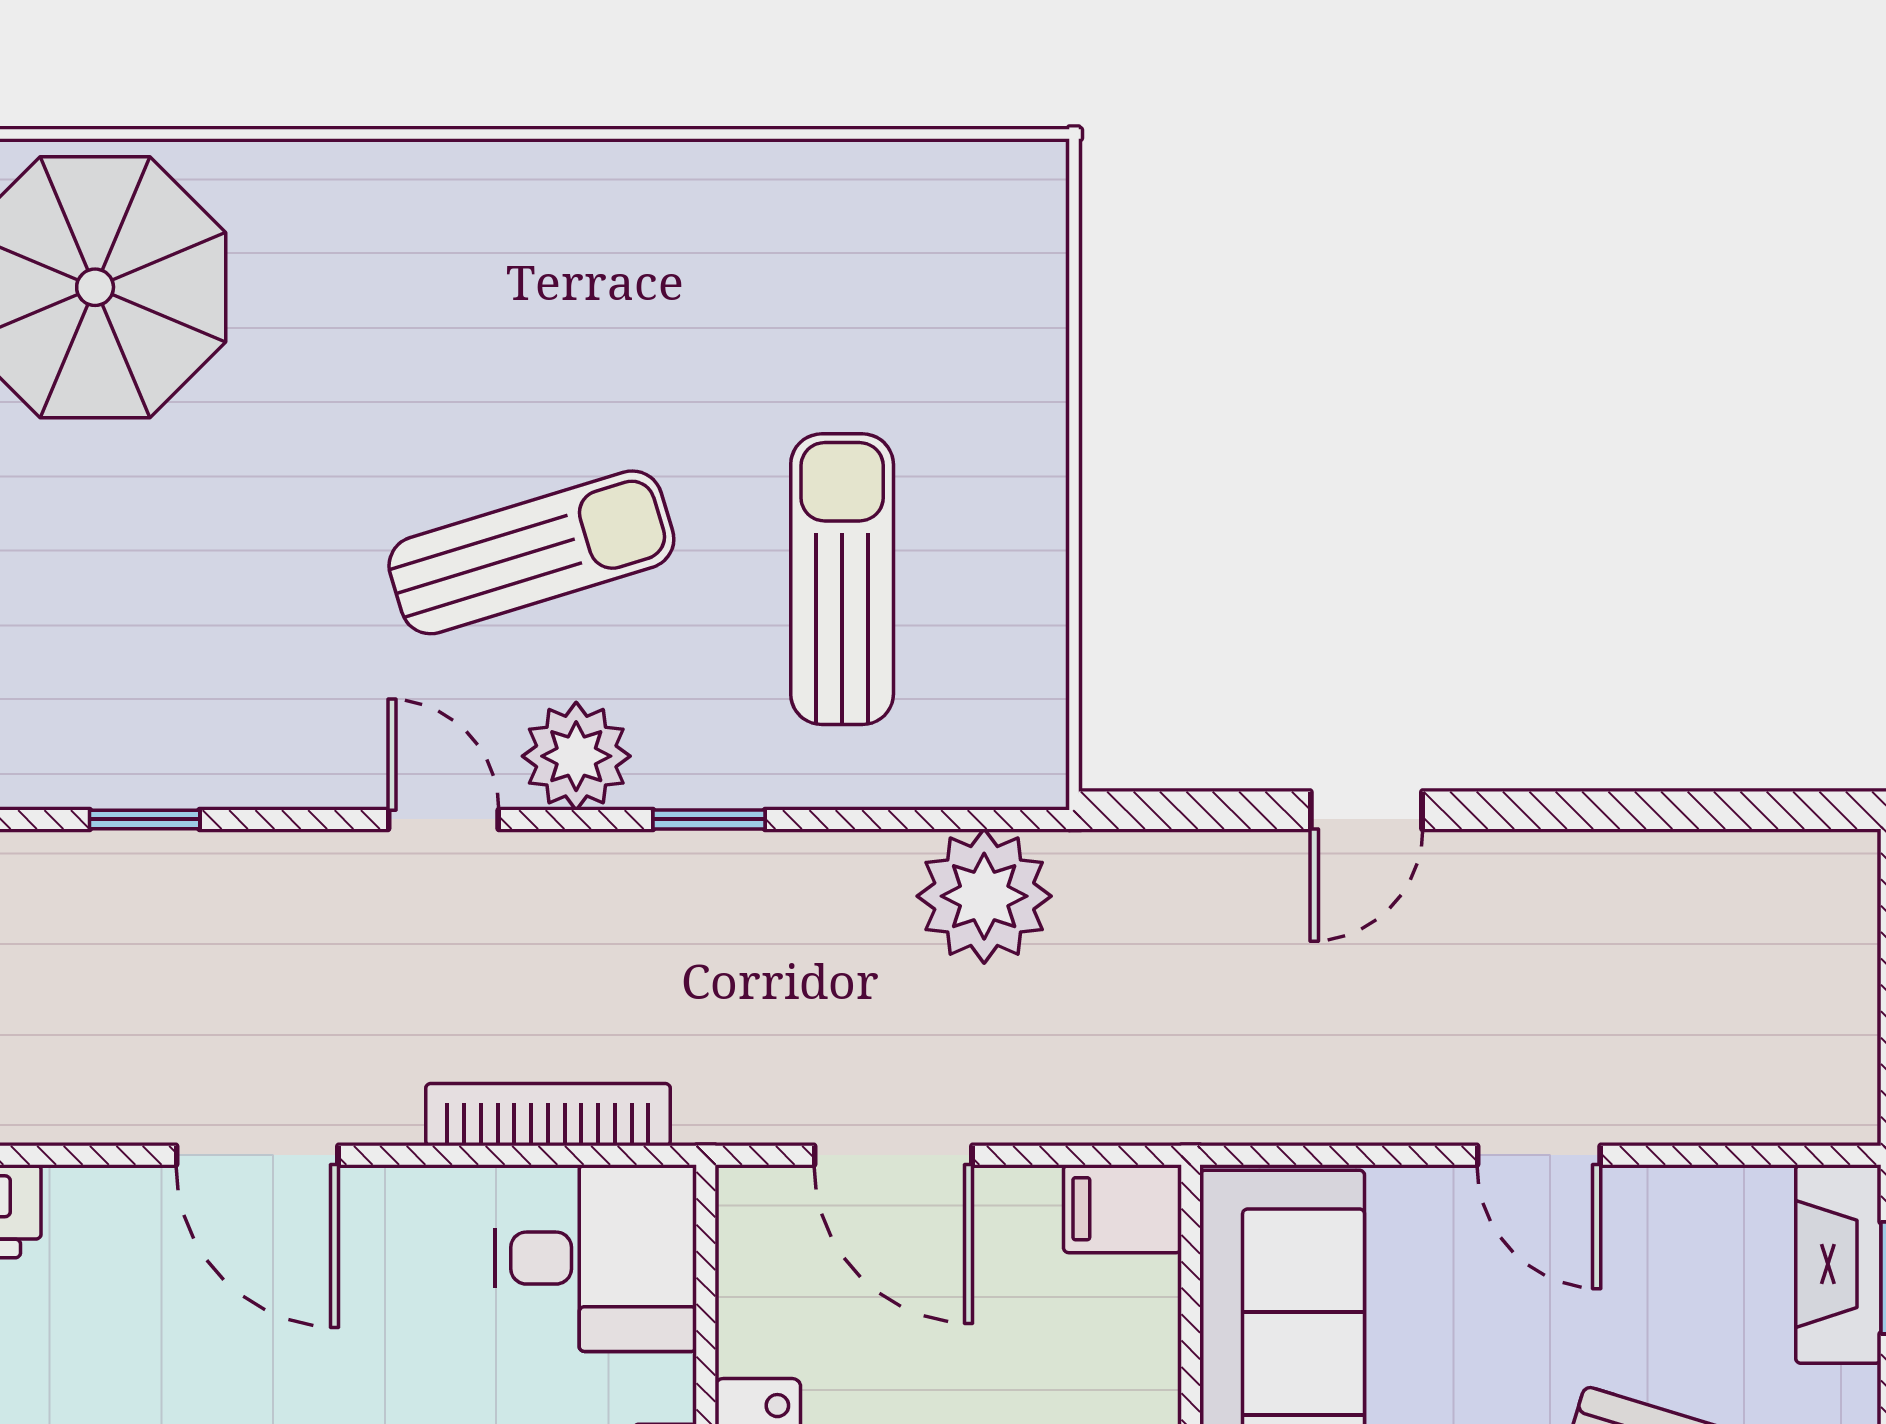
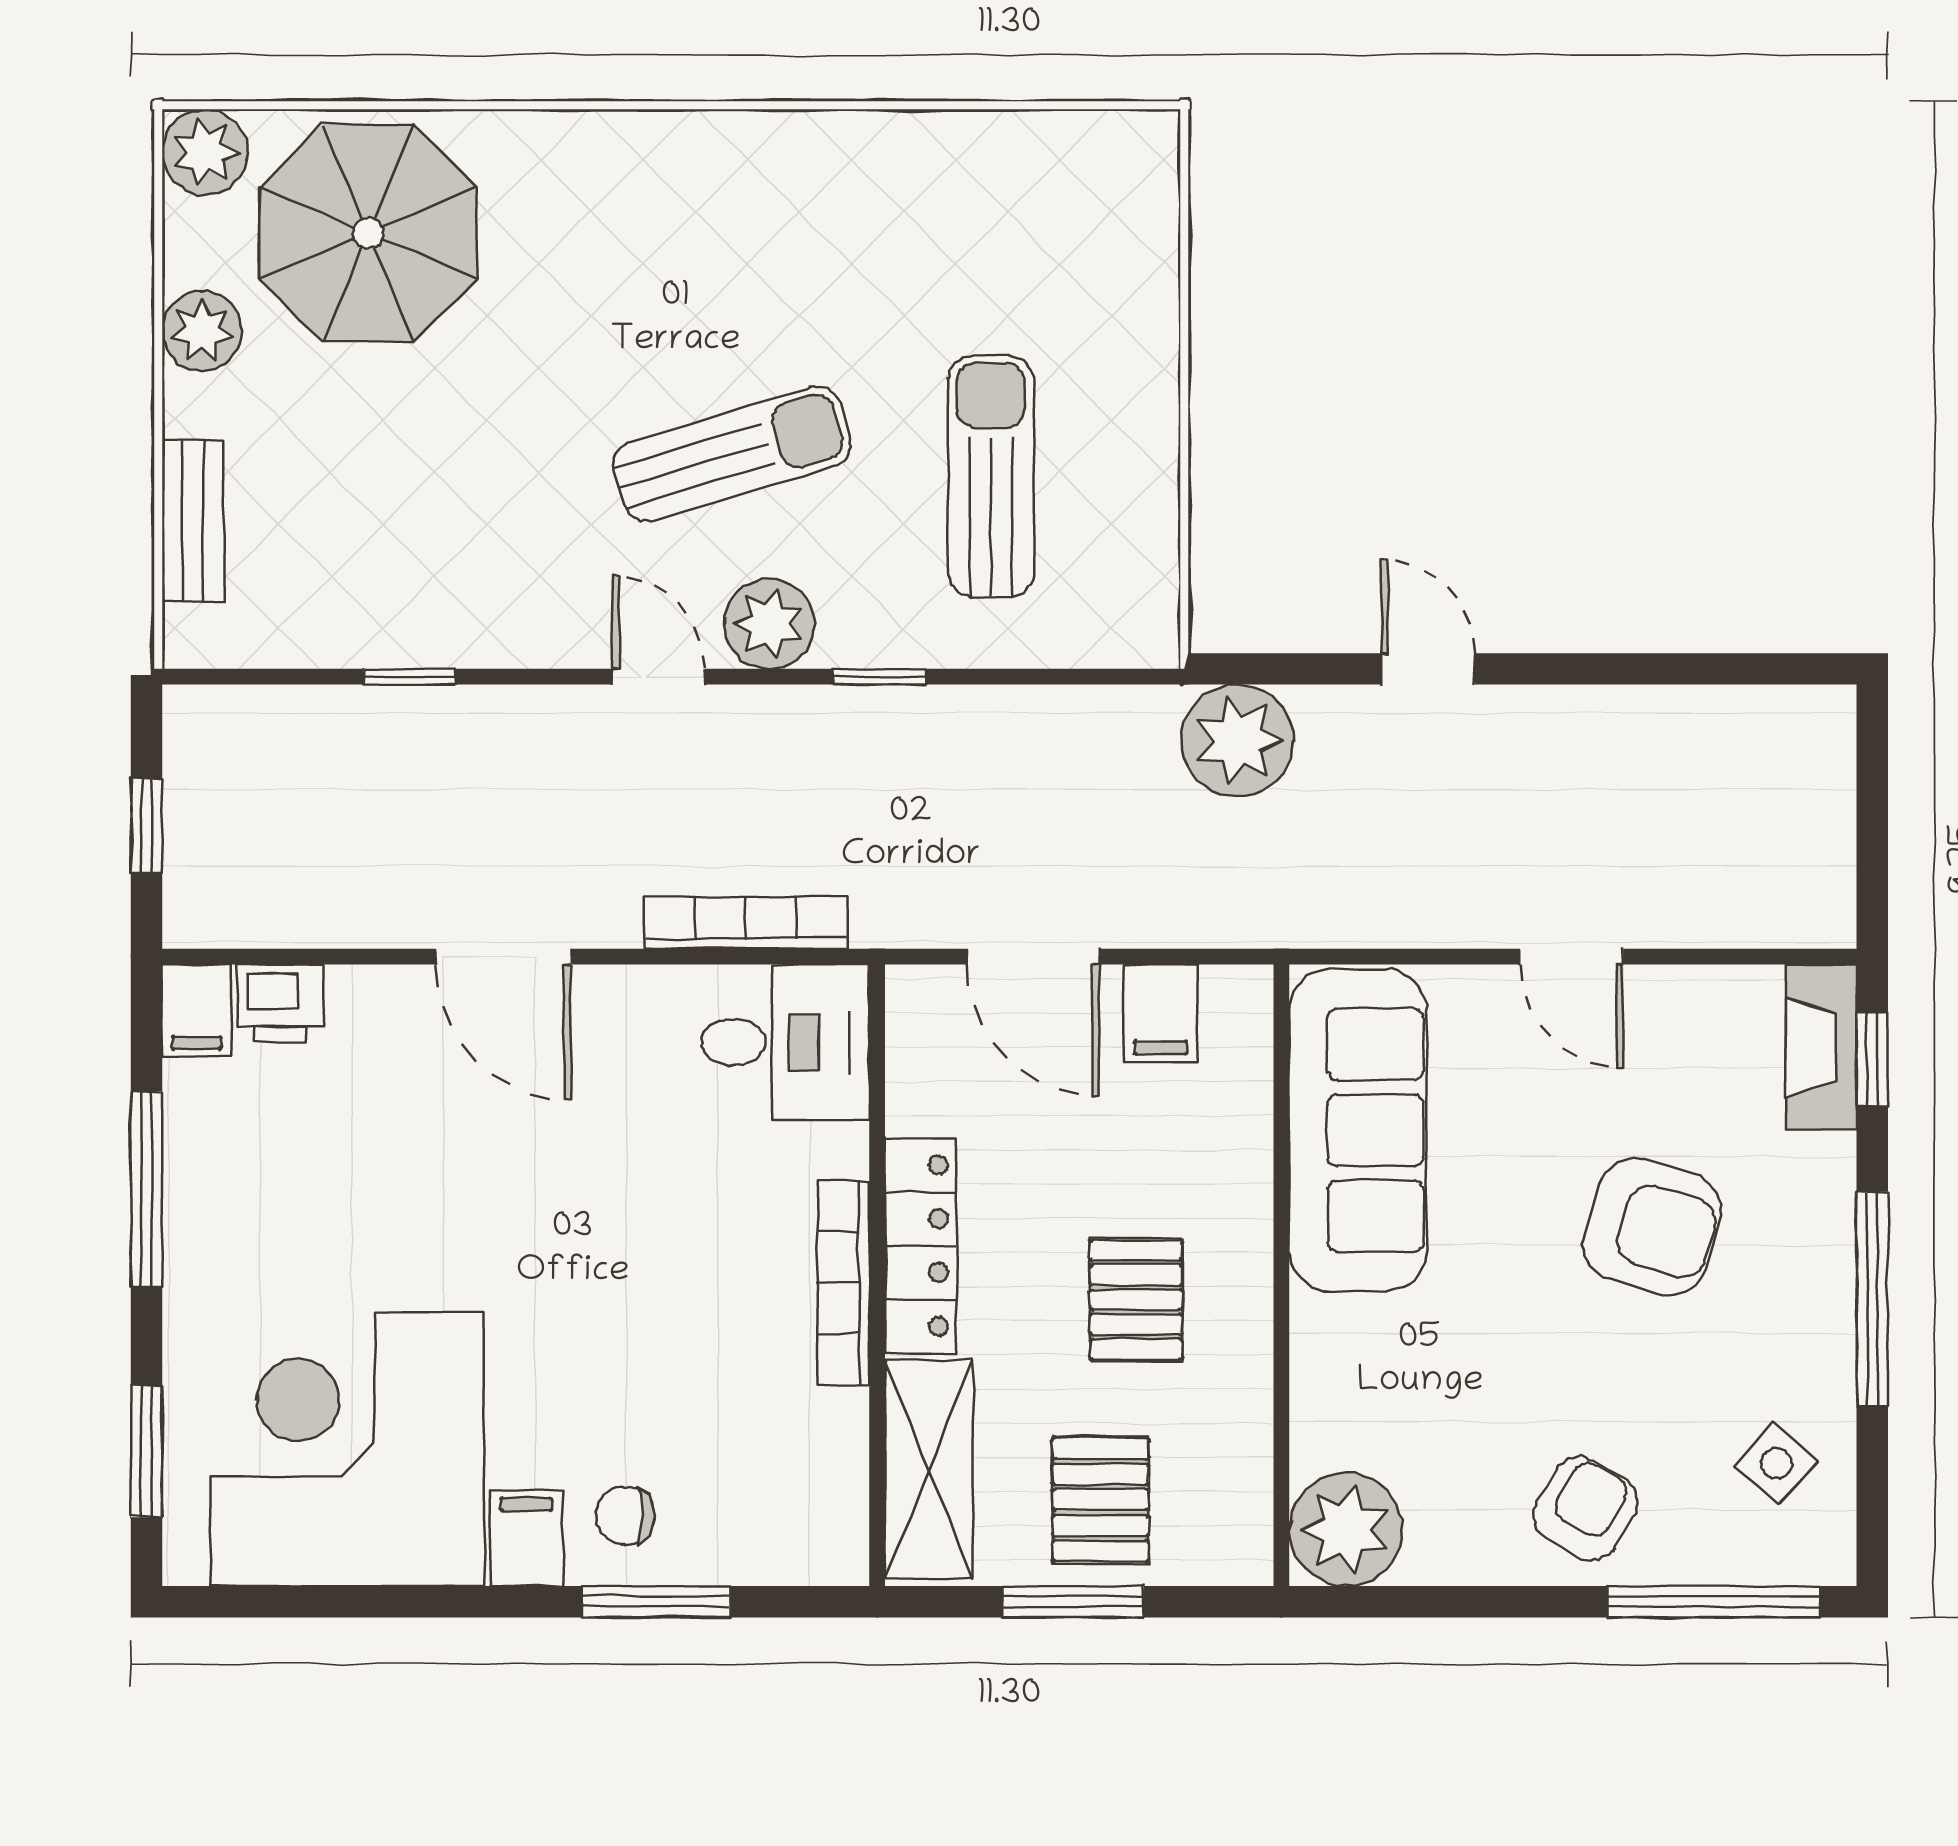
door: (1366, 810) -> (1428, 669), swing flipped
plant: (984, 896) -> (1238, 741), moved
filing cabinet: (1122, 1209) -> (1161, 1013), moved, turned -90

